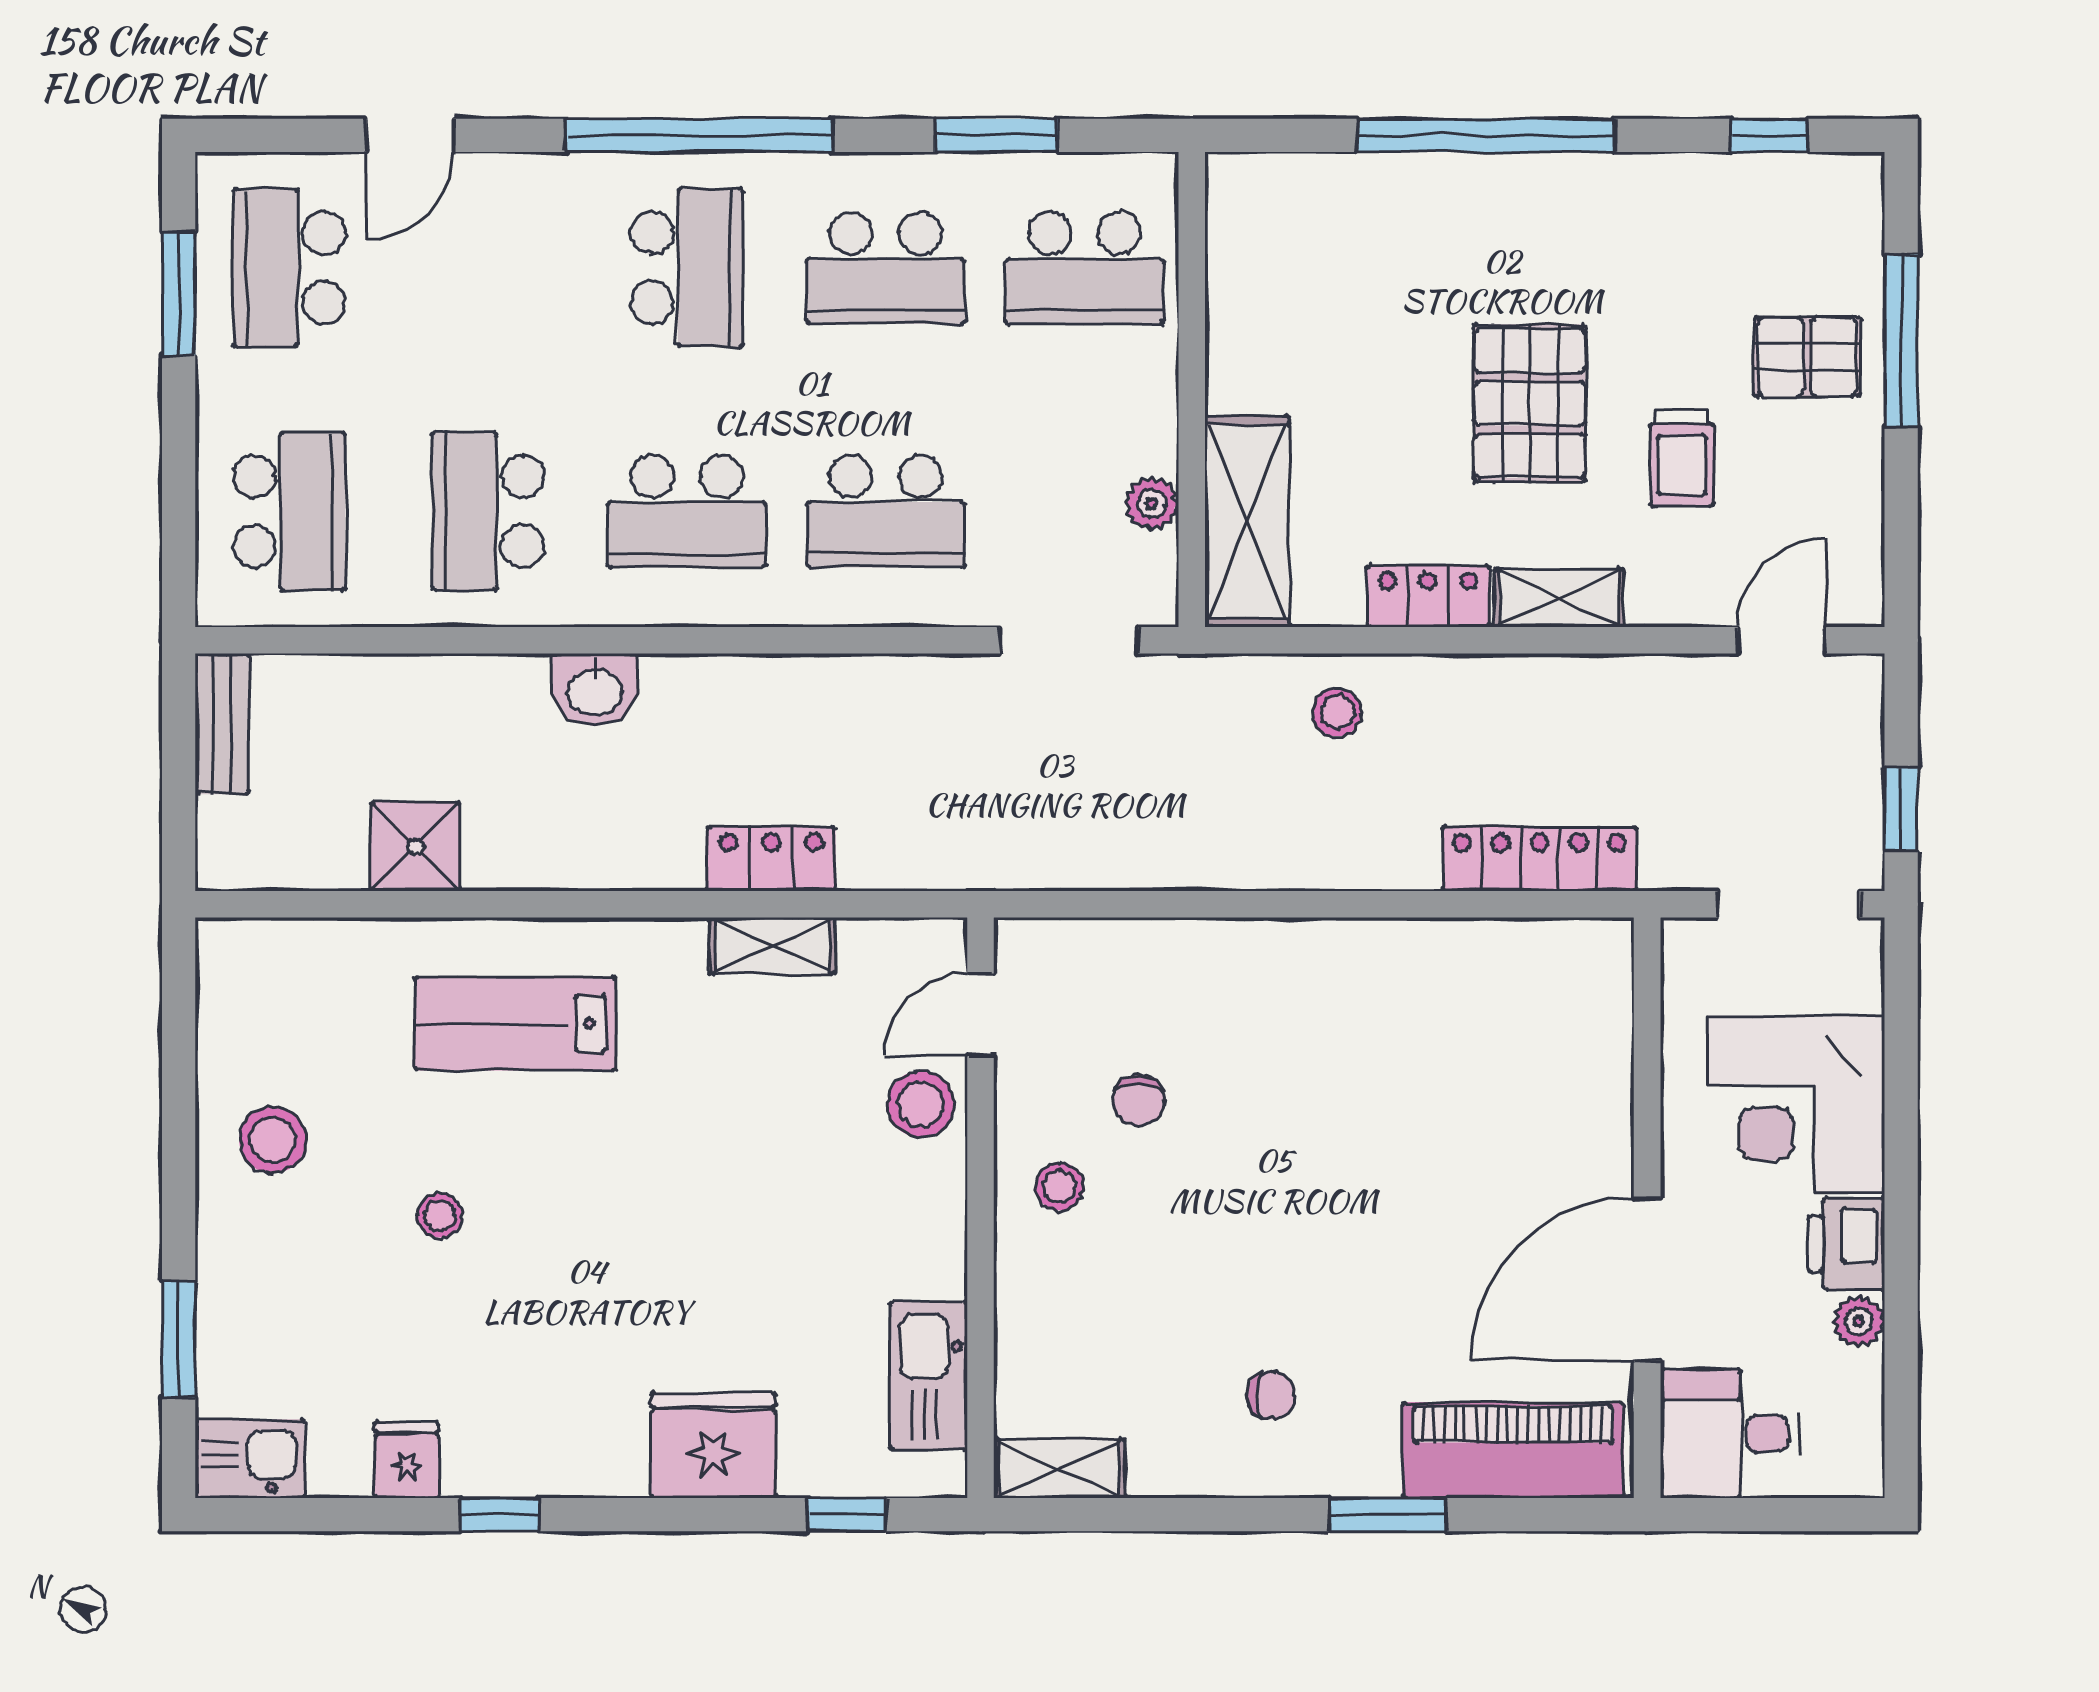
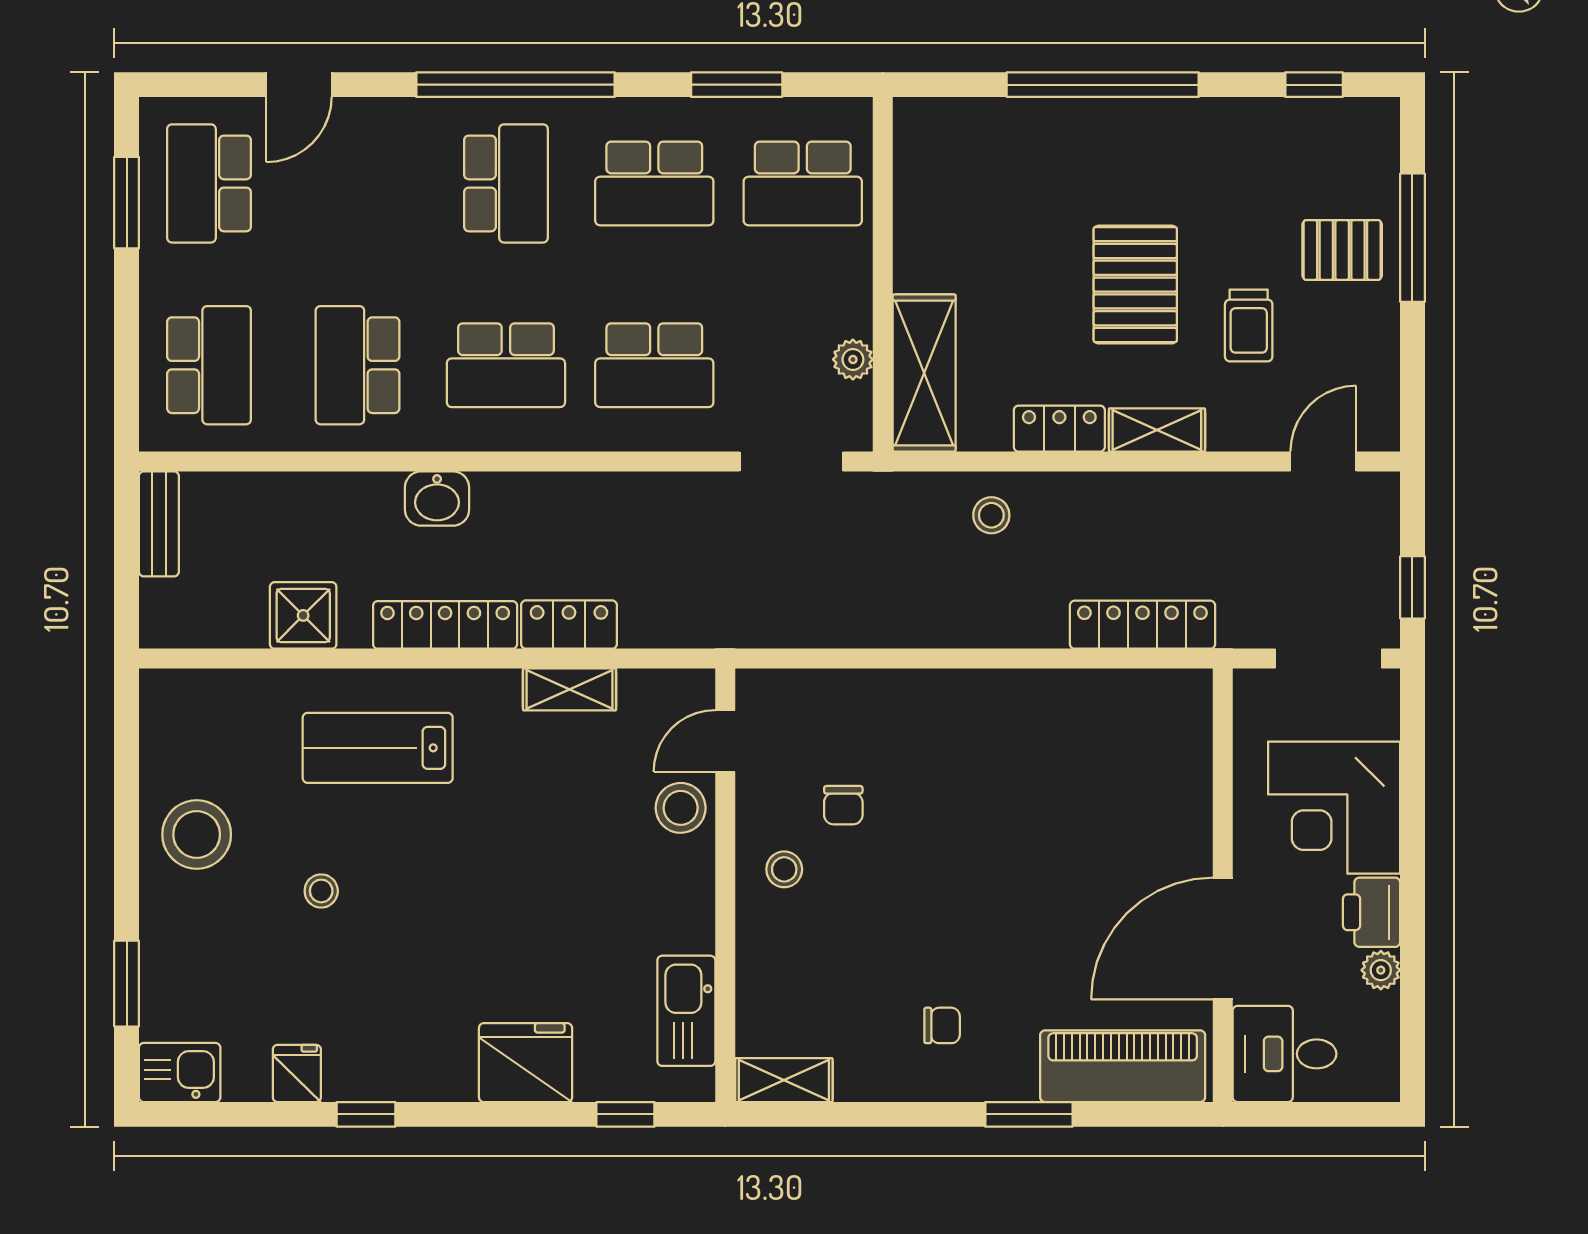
locker: (605, 859) -> (445, 625), added
stool: (273, 1140) -> (197, 834), width x1.38, depth x1.38

